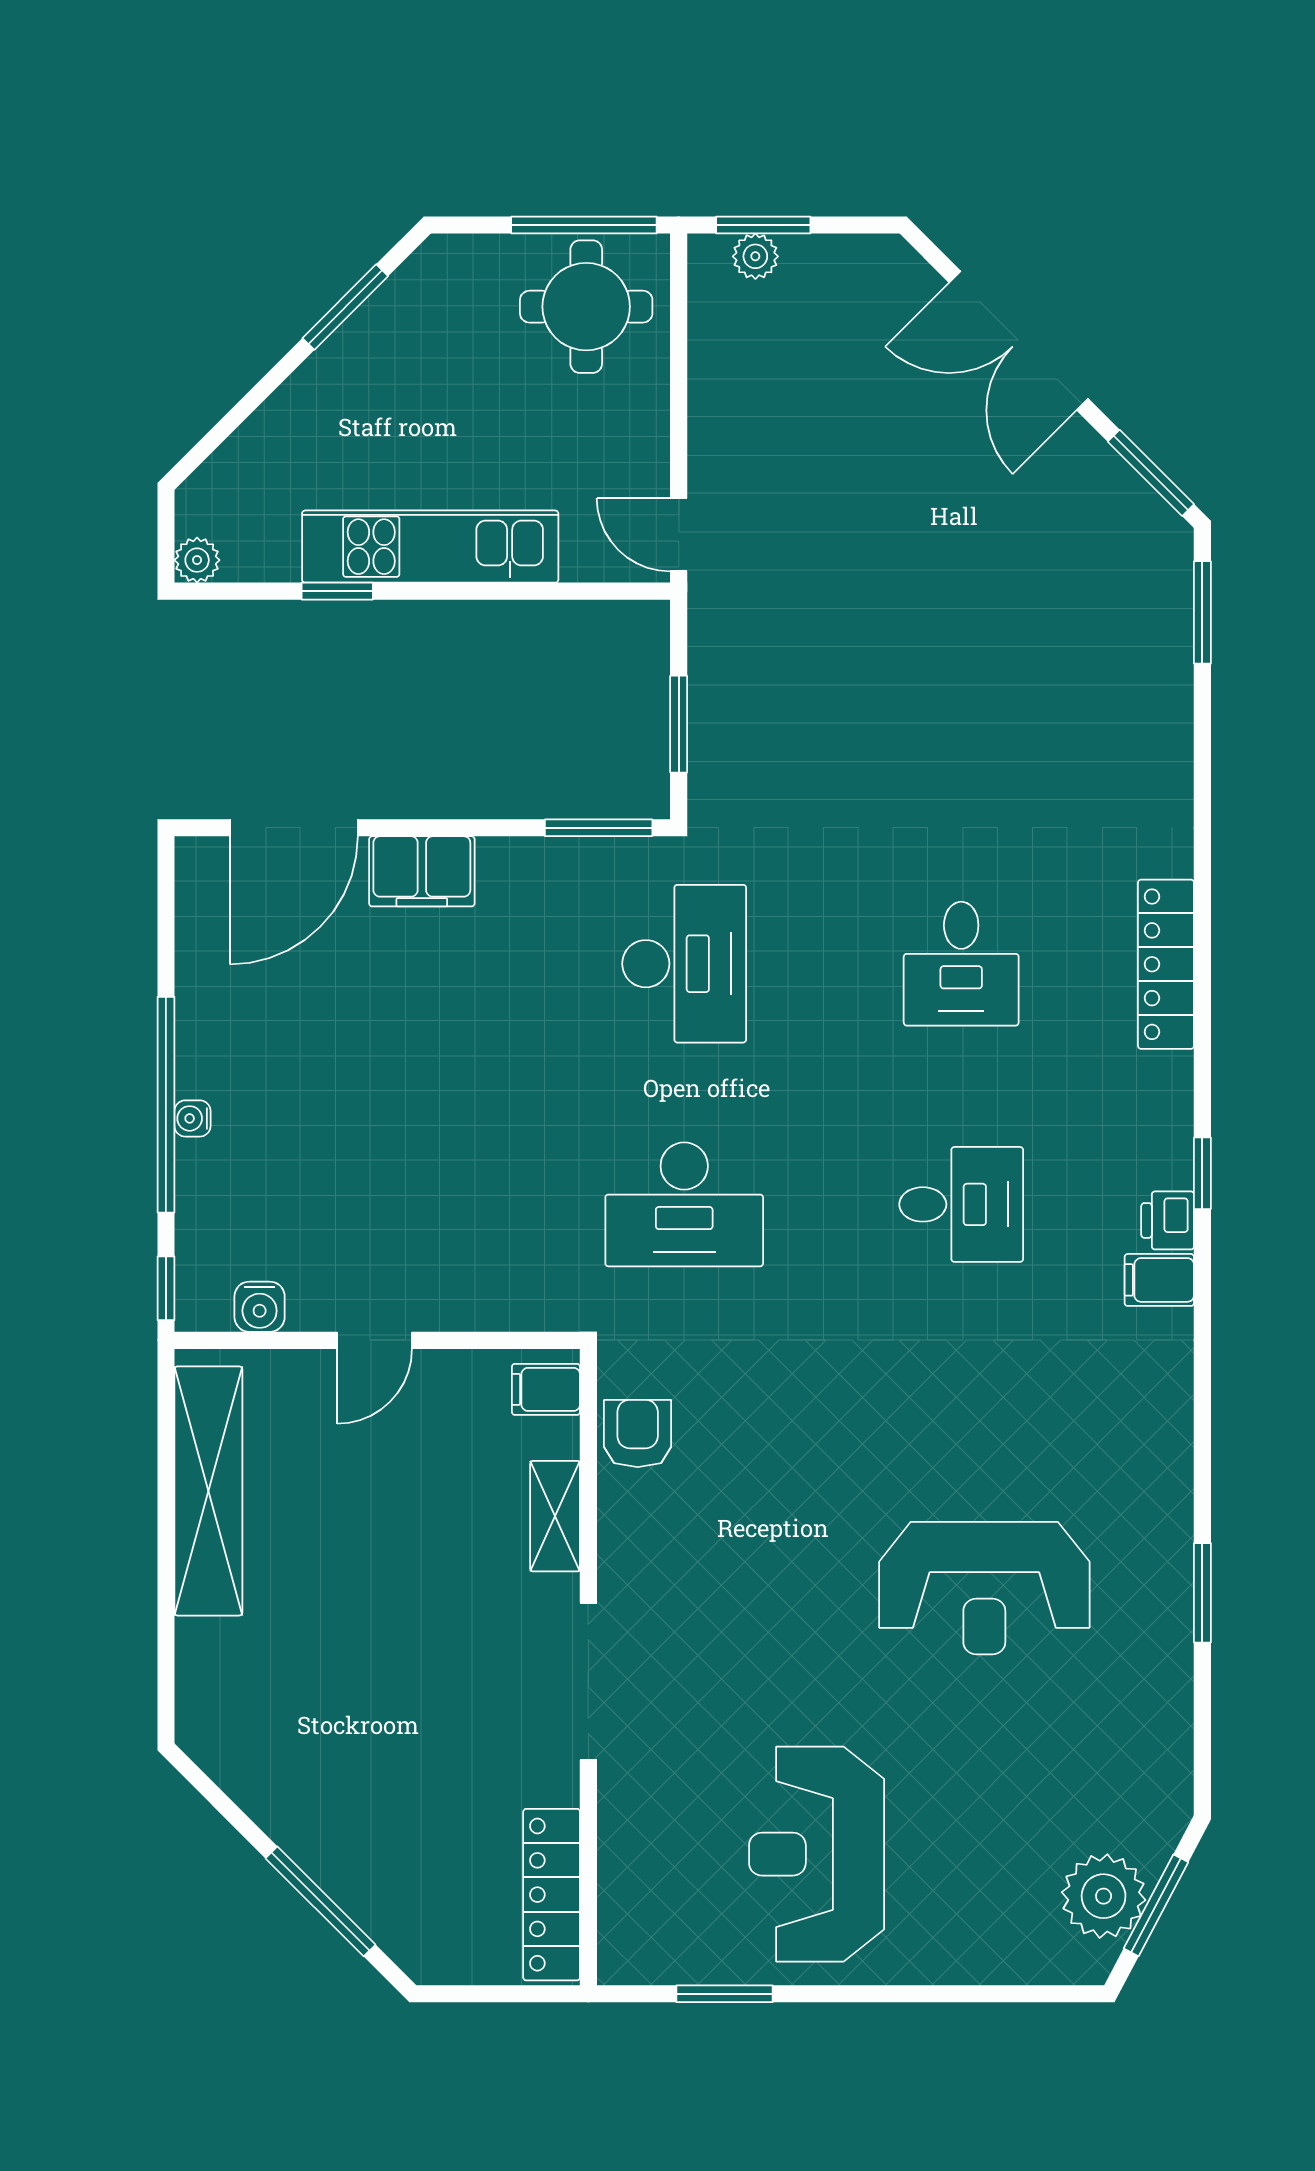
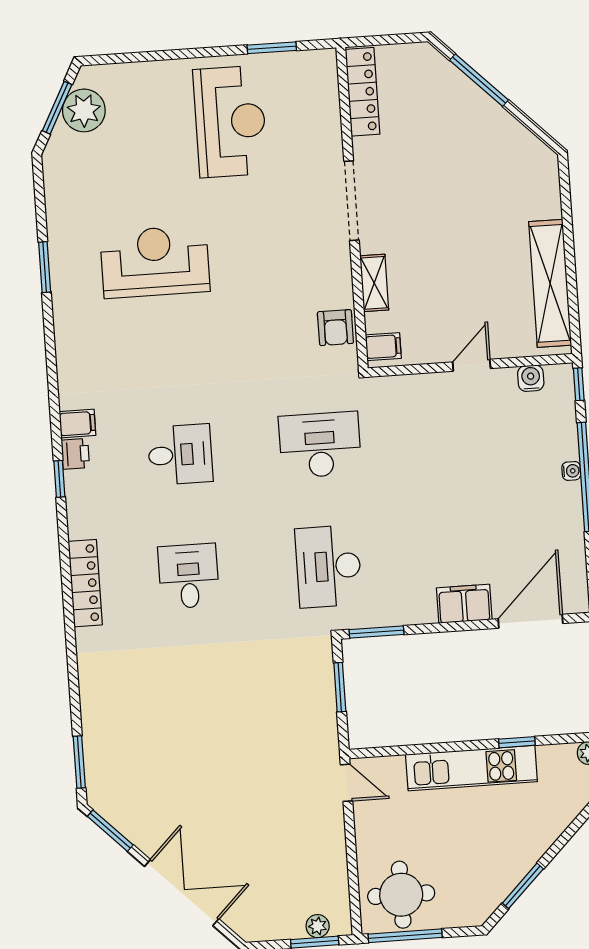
desk: (961, 1204) -> (180, 455), turned 180

